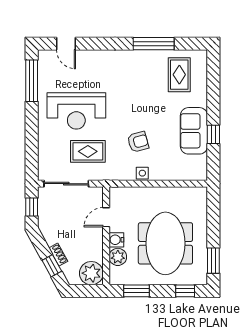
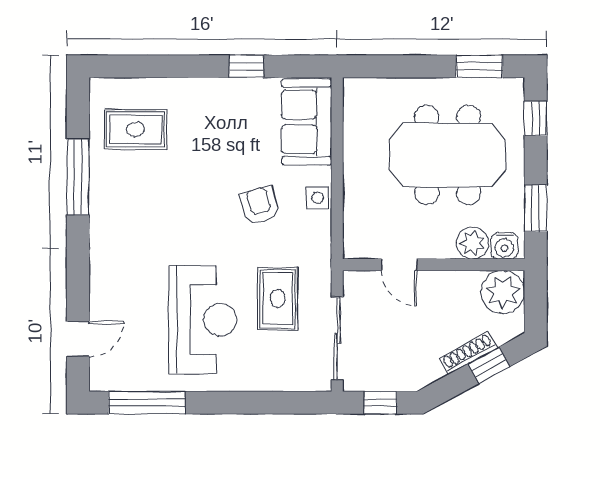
sofa: (194, 131) -> (307, 122), moved, turned 90
water cooler: (116, 240) -> (504, 246), moved
shoe rack: (58, 255) -> (468, 353), width x1.43

